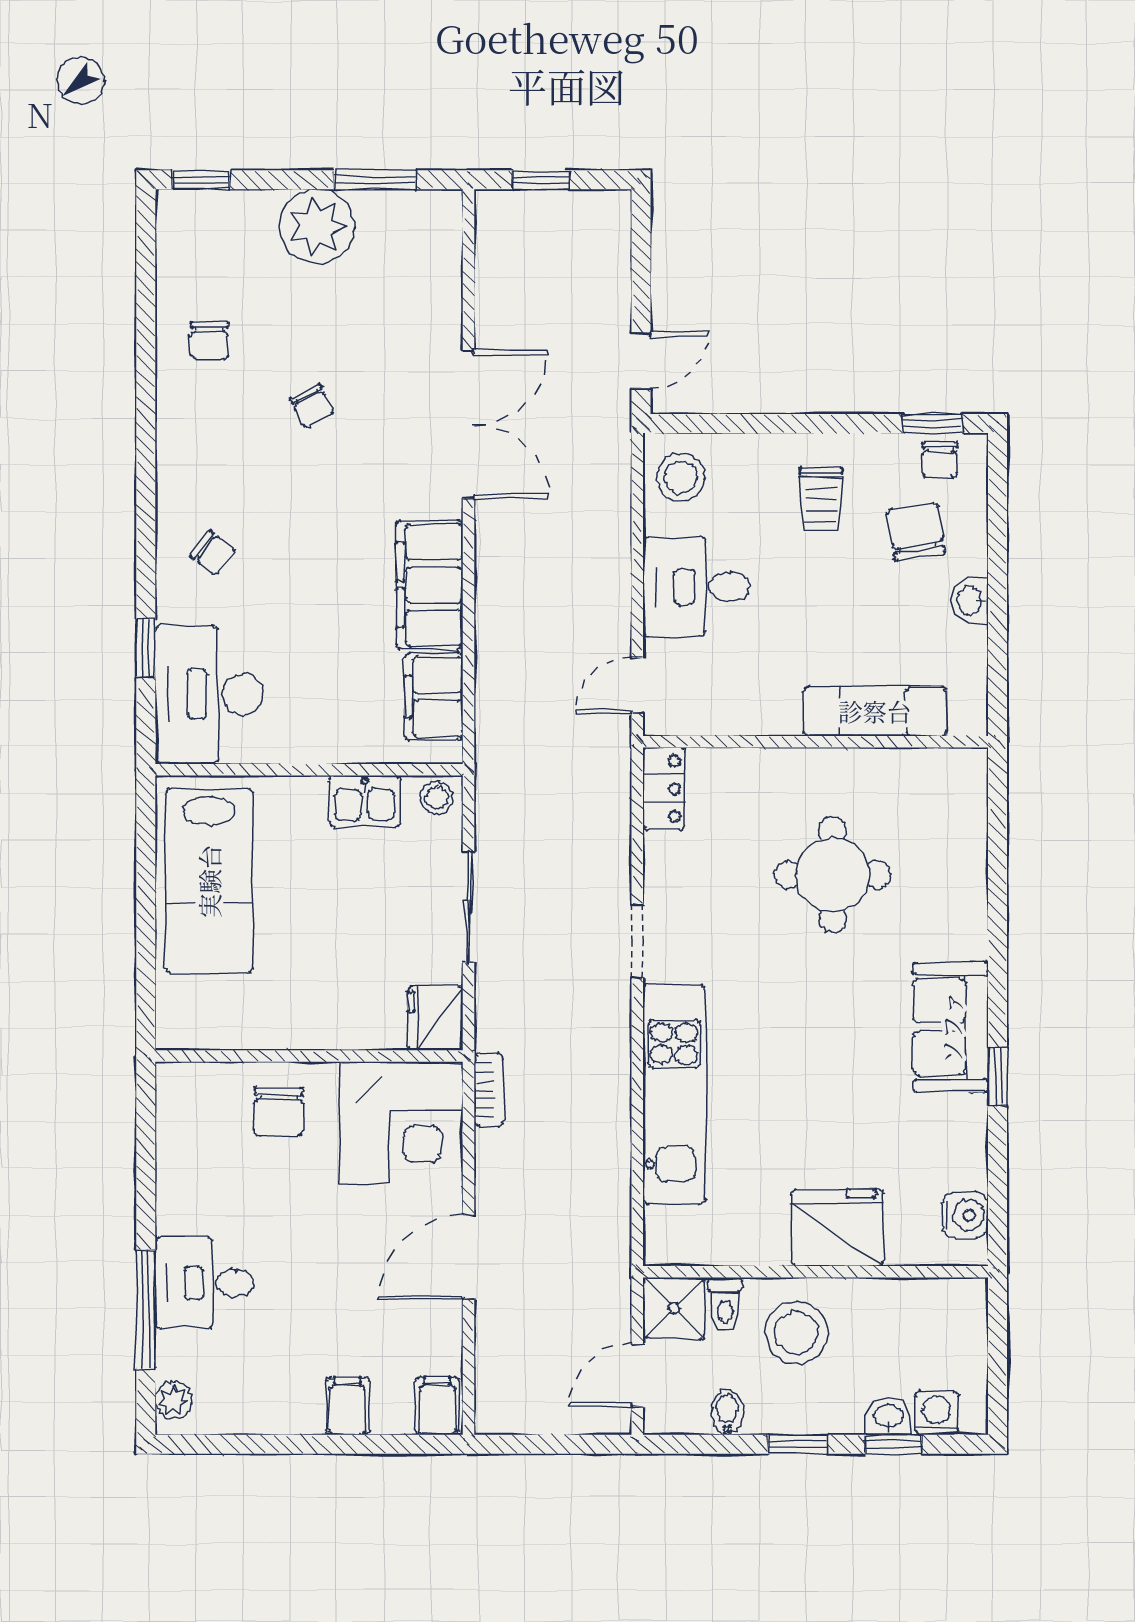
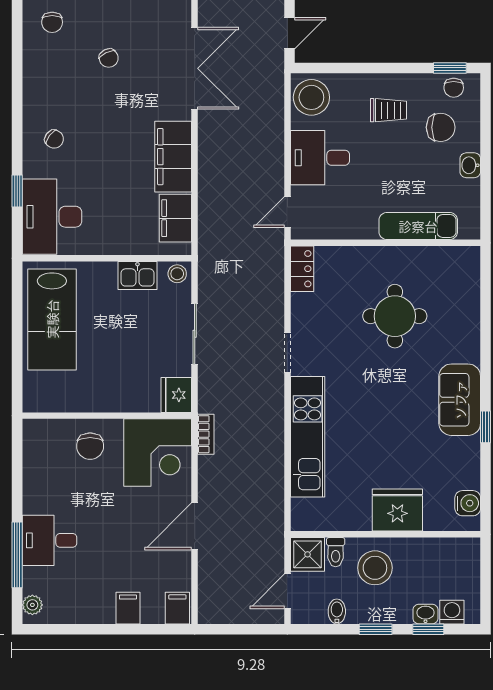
stool: (681, 477) -> (311, 97), width x1.38, depth x1.38
trolley: (821, 500) -> (389, 110), turned -90
chair: (916, 532) -> (441, 127), turned 99

